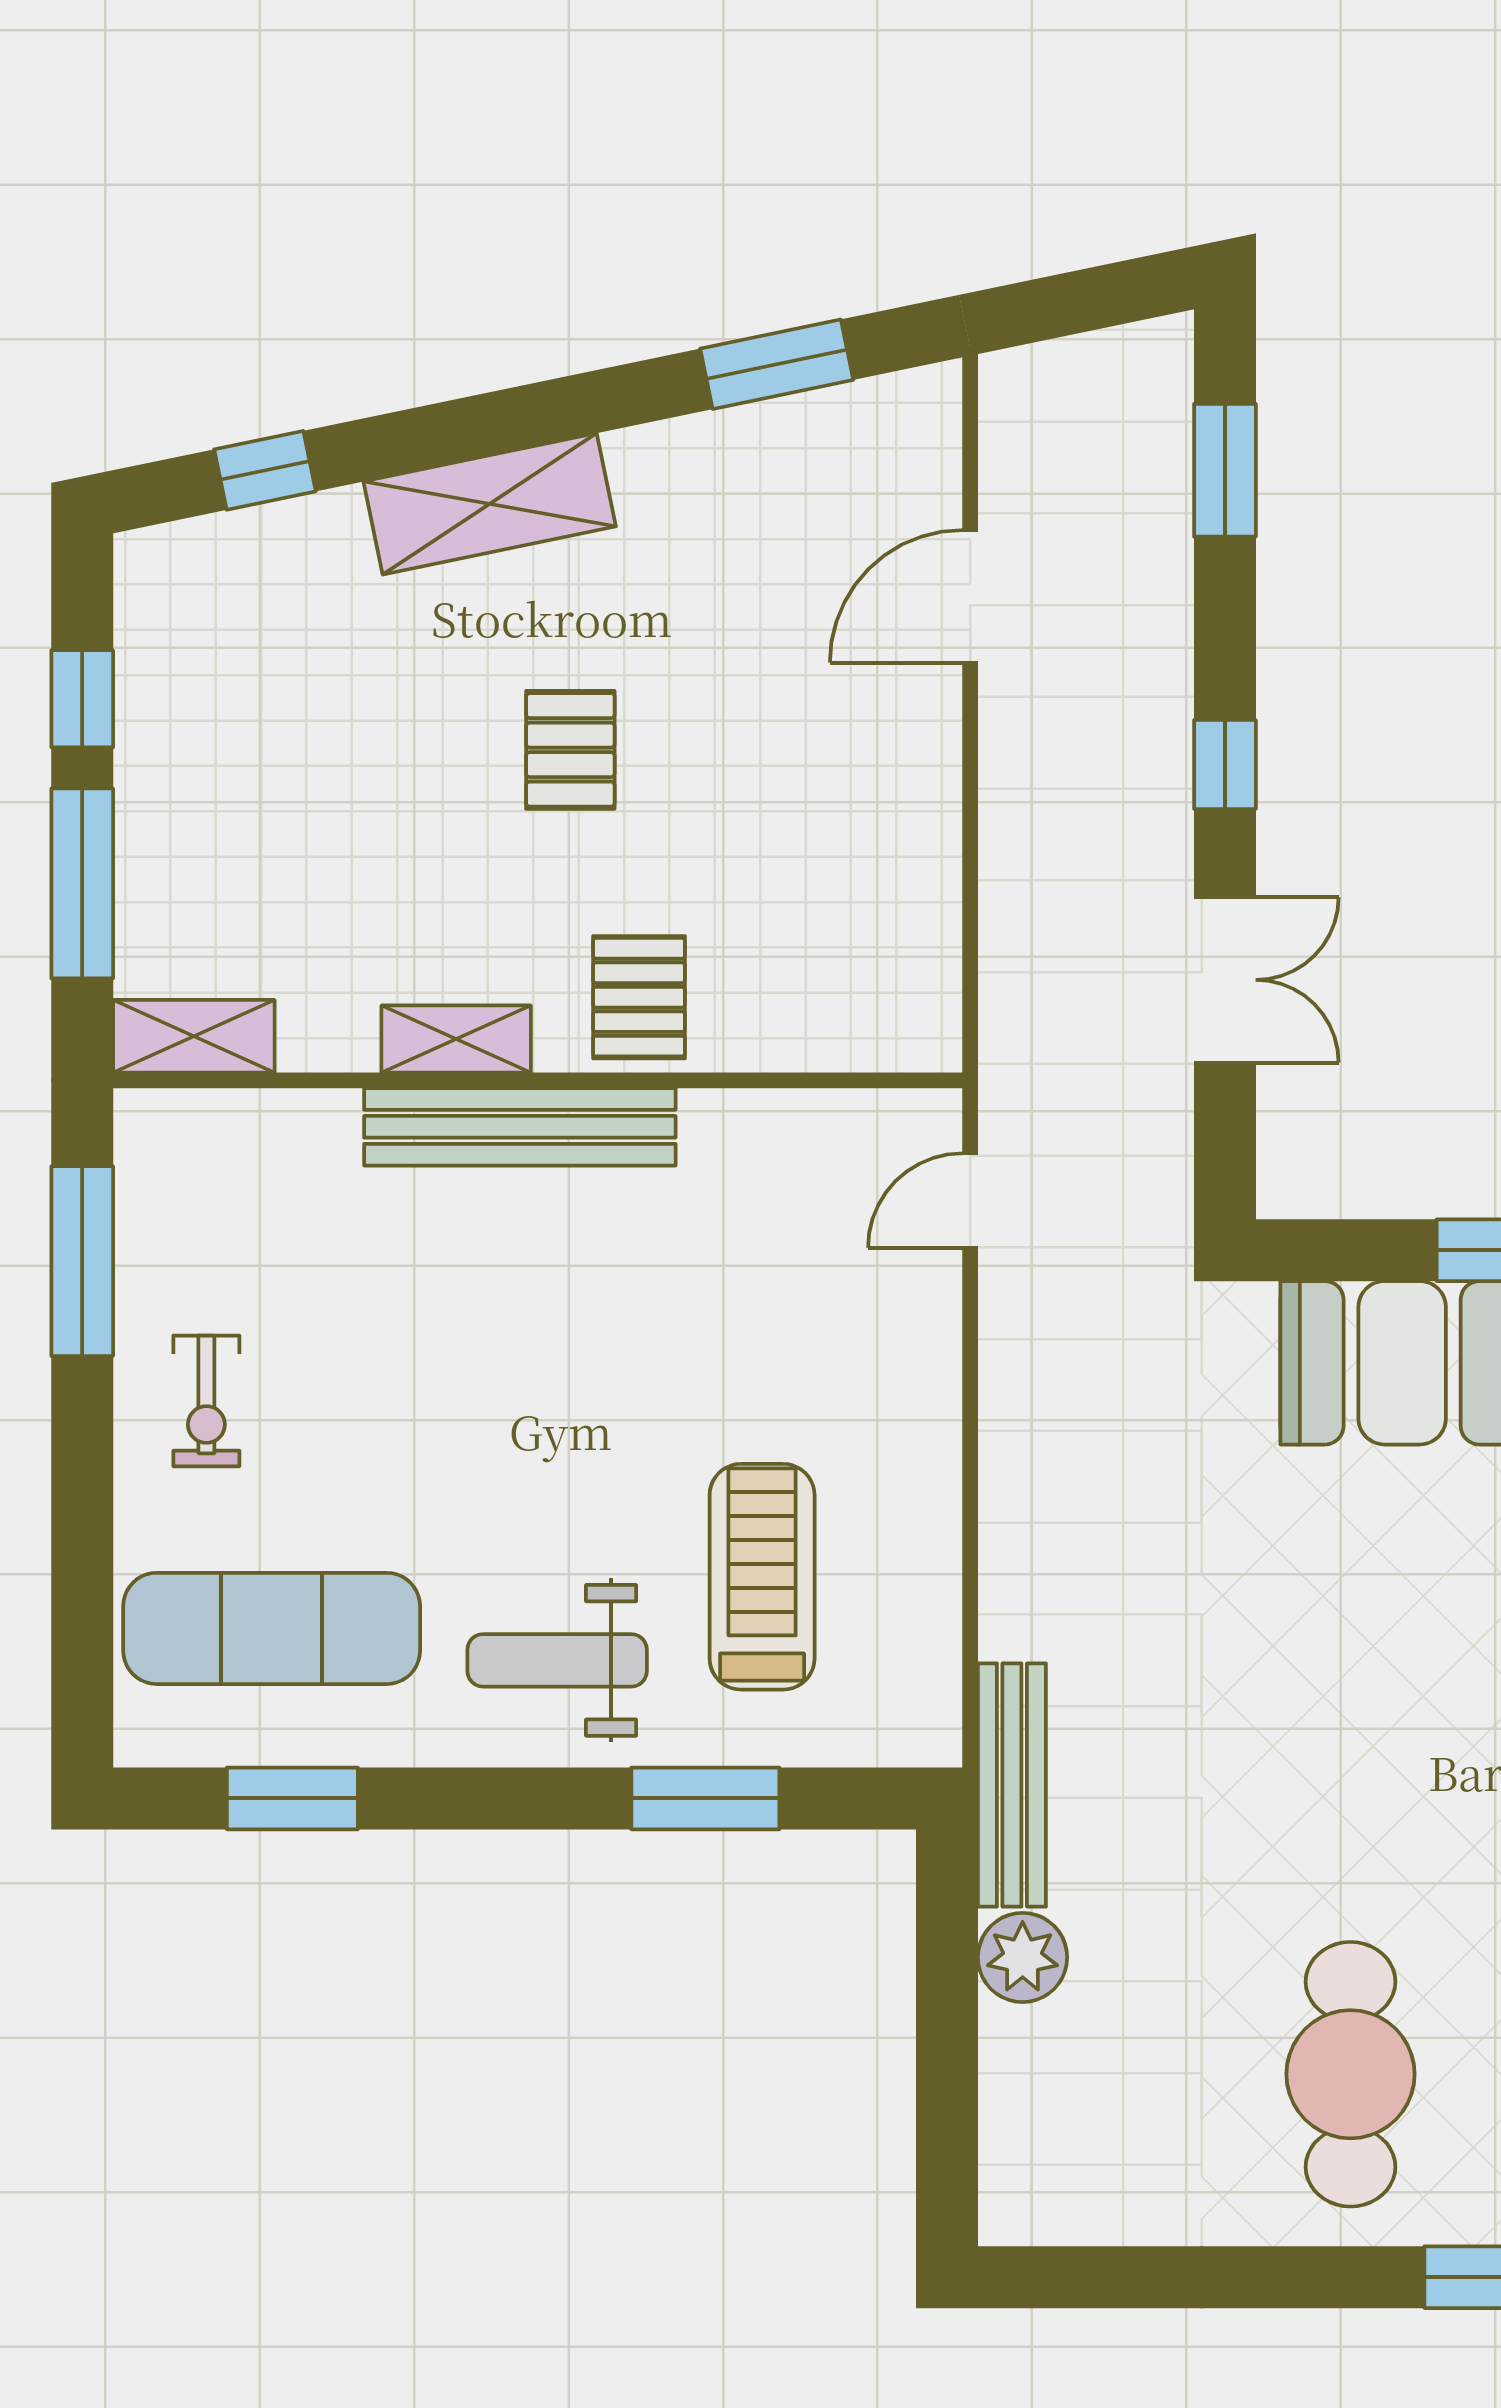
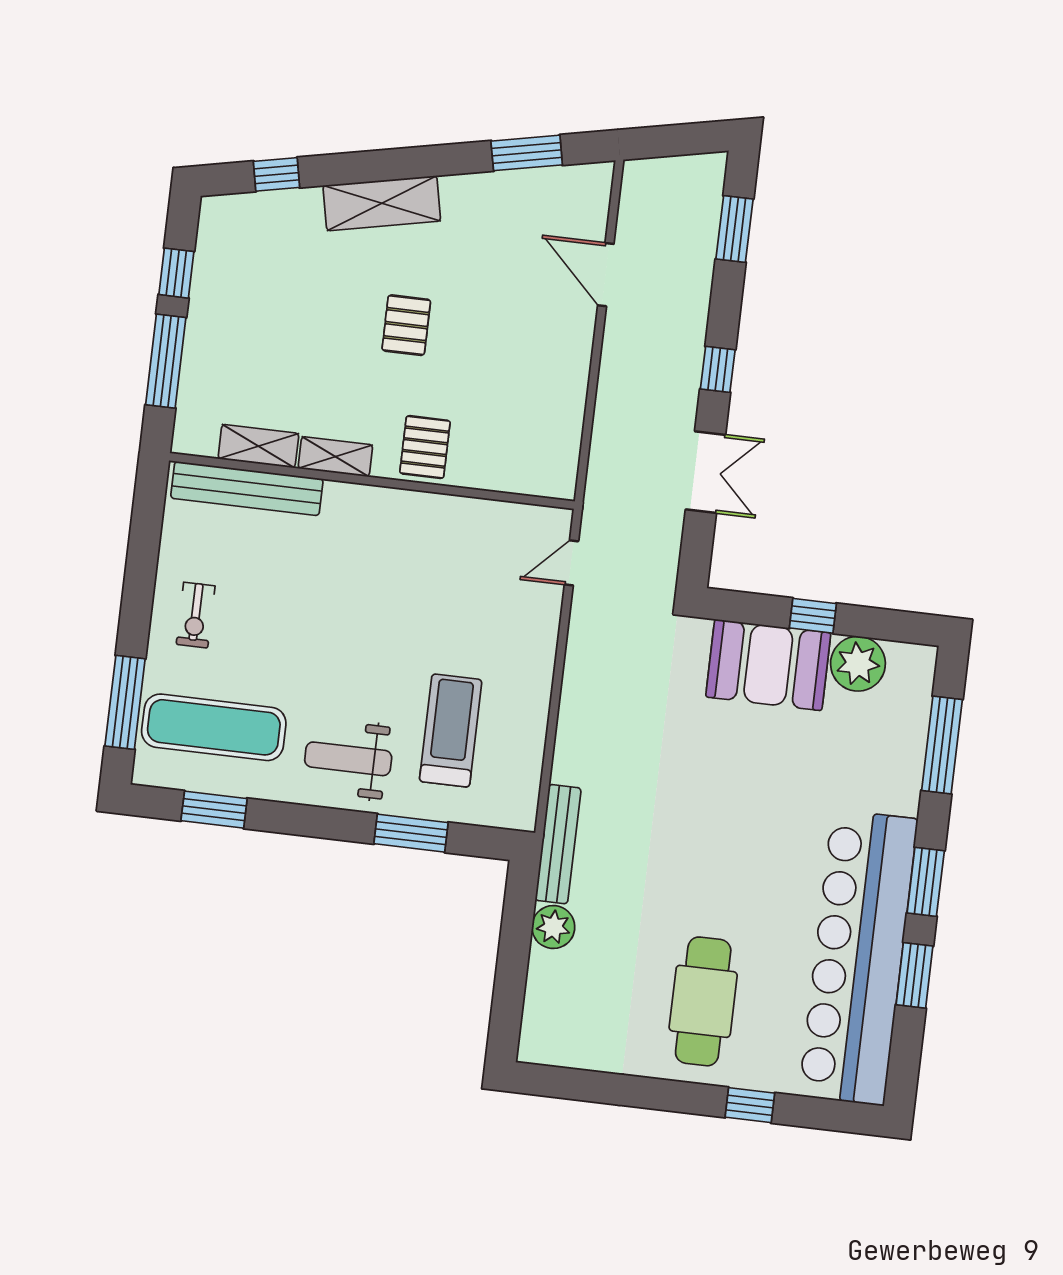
door: (970, 596) -> (606, 275), hinge flipped
shelving: (194, 1036) -> (258, 446), moved
bench: (520, 1127) -> (247, 489), moved
window: (82, 1261) -> (125, 702), moved

